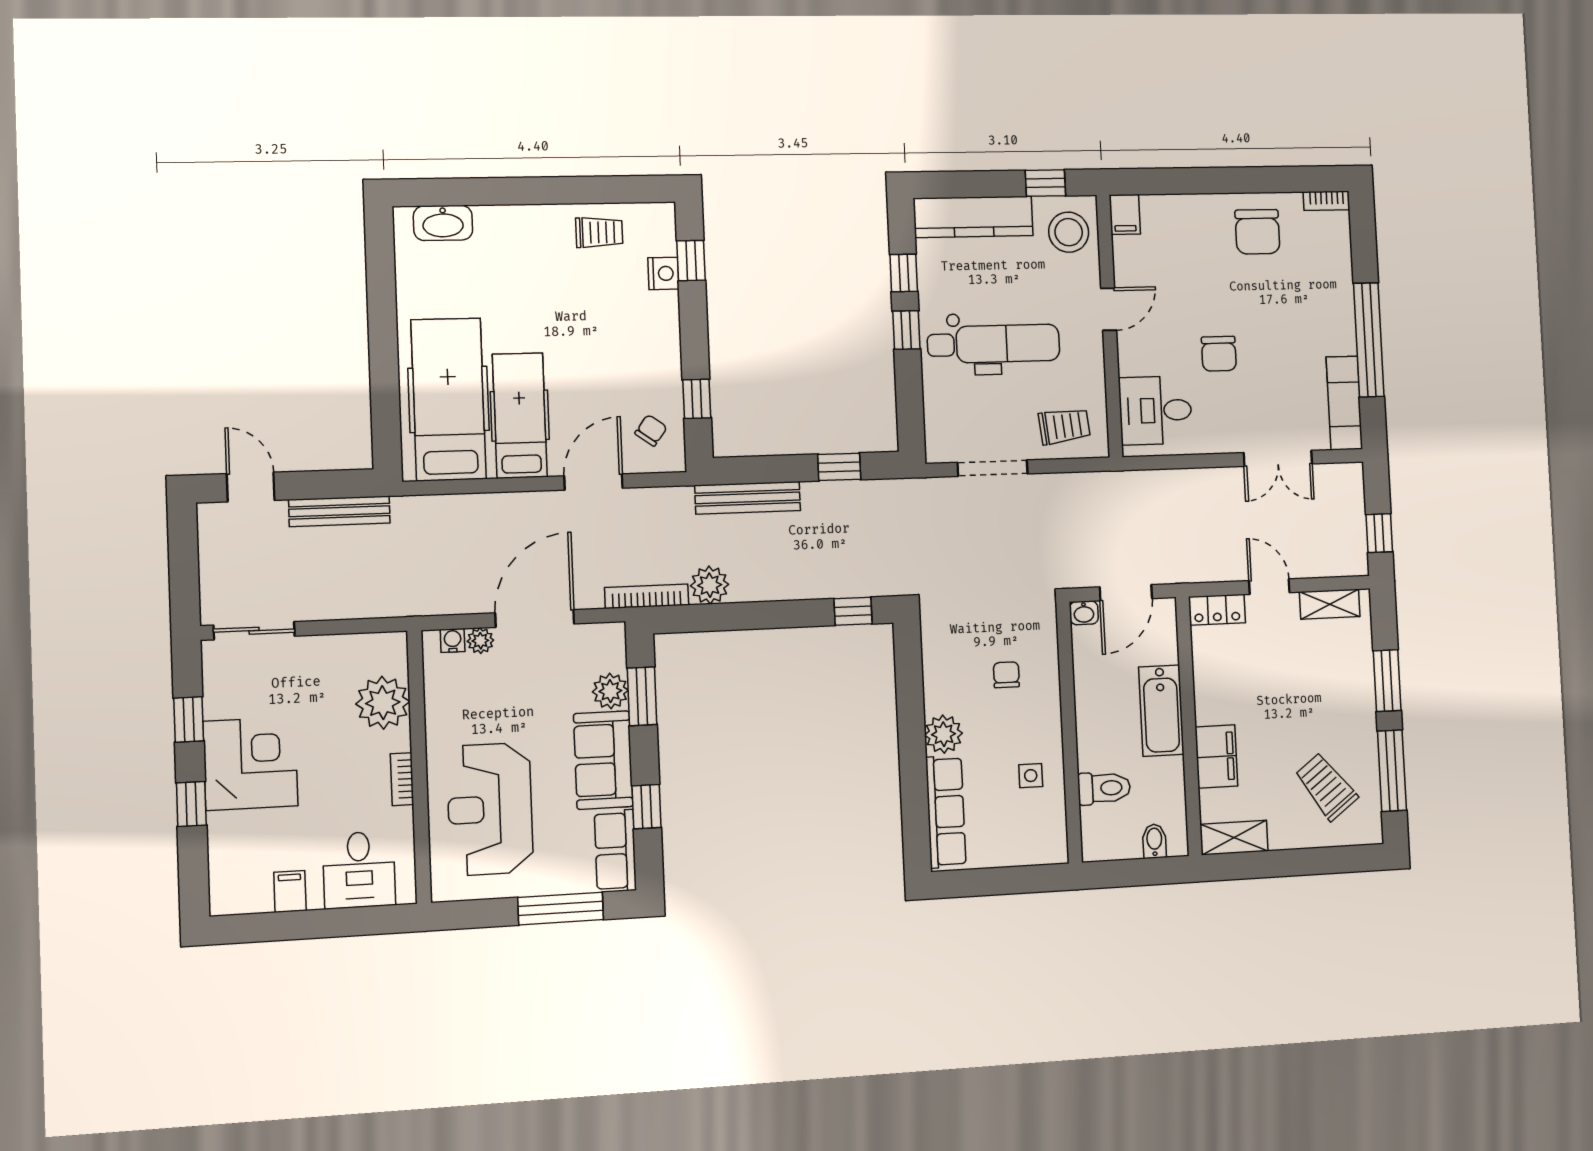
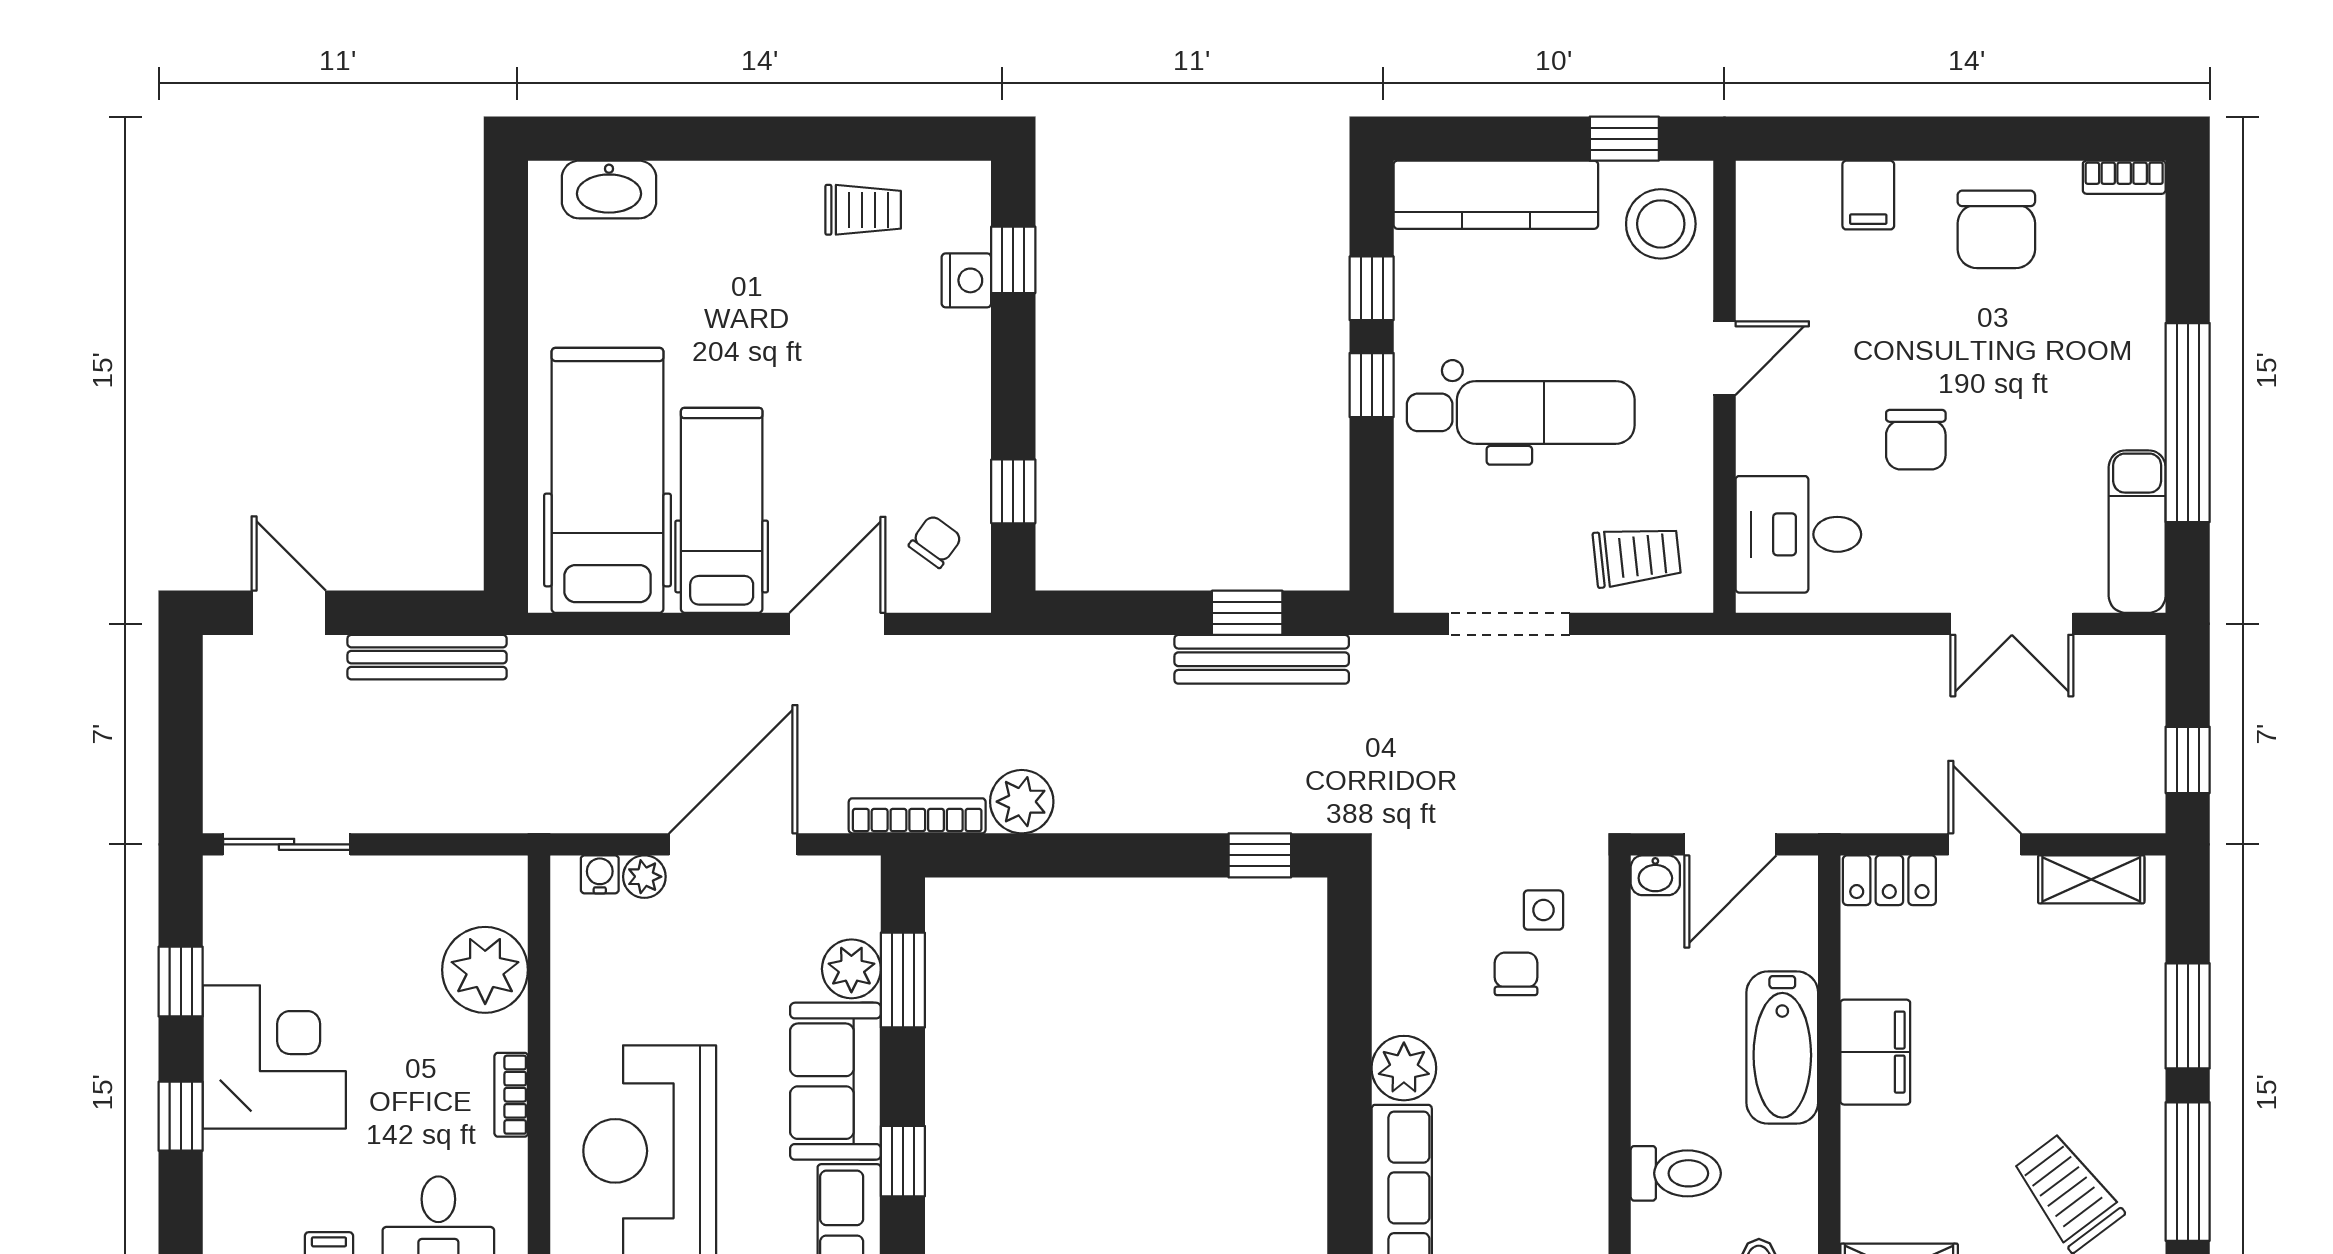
filing cabinet: (1125, 214) -> (1868, 195), moved
bench: (748, 498) -> (1262, 659), moved
filing cabinet: (1216, 757) -> (1875, 1052), moved
side table: (1031, 776) -> (1543, 910), moved

